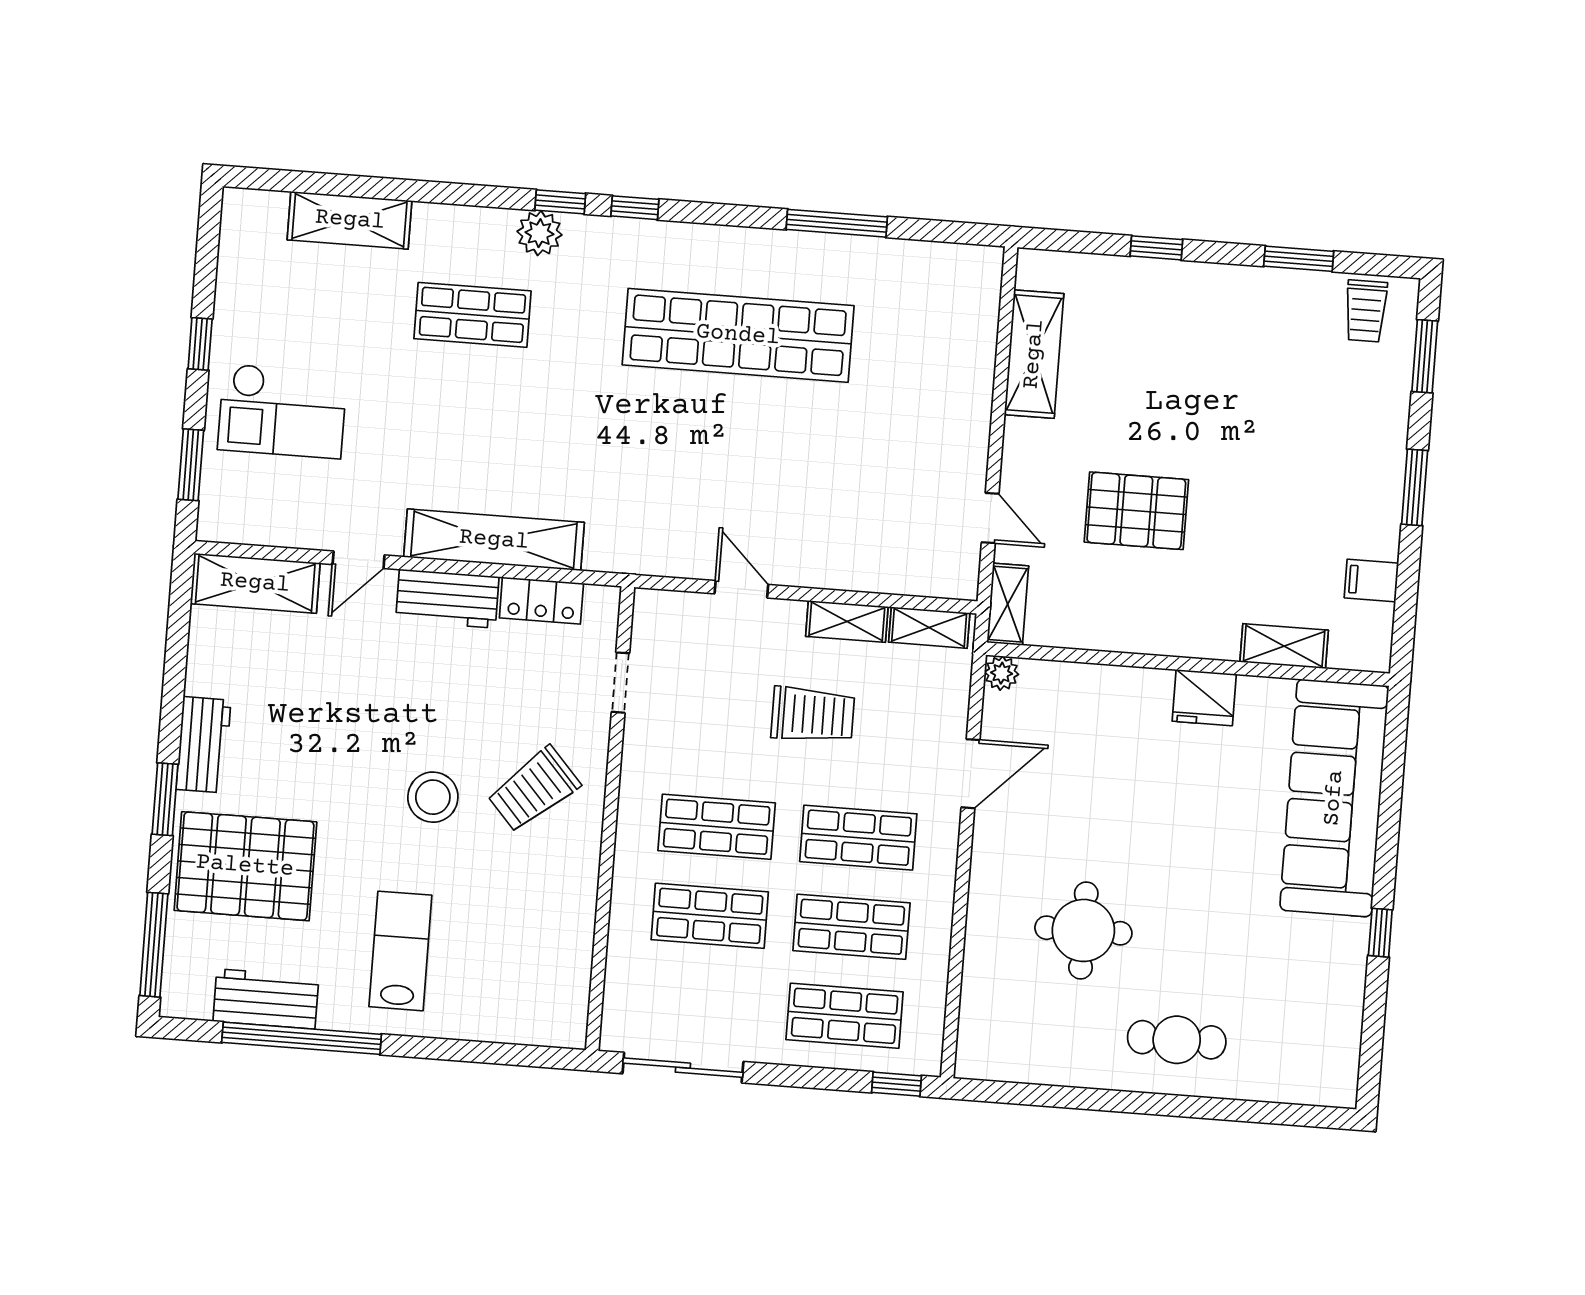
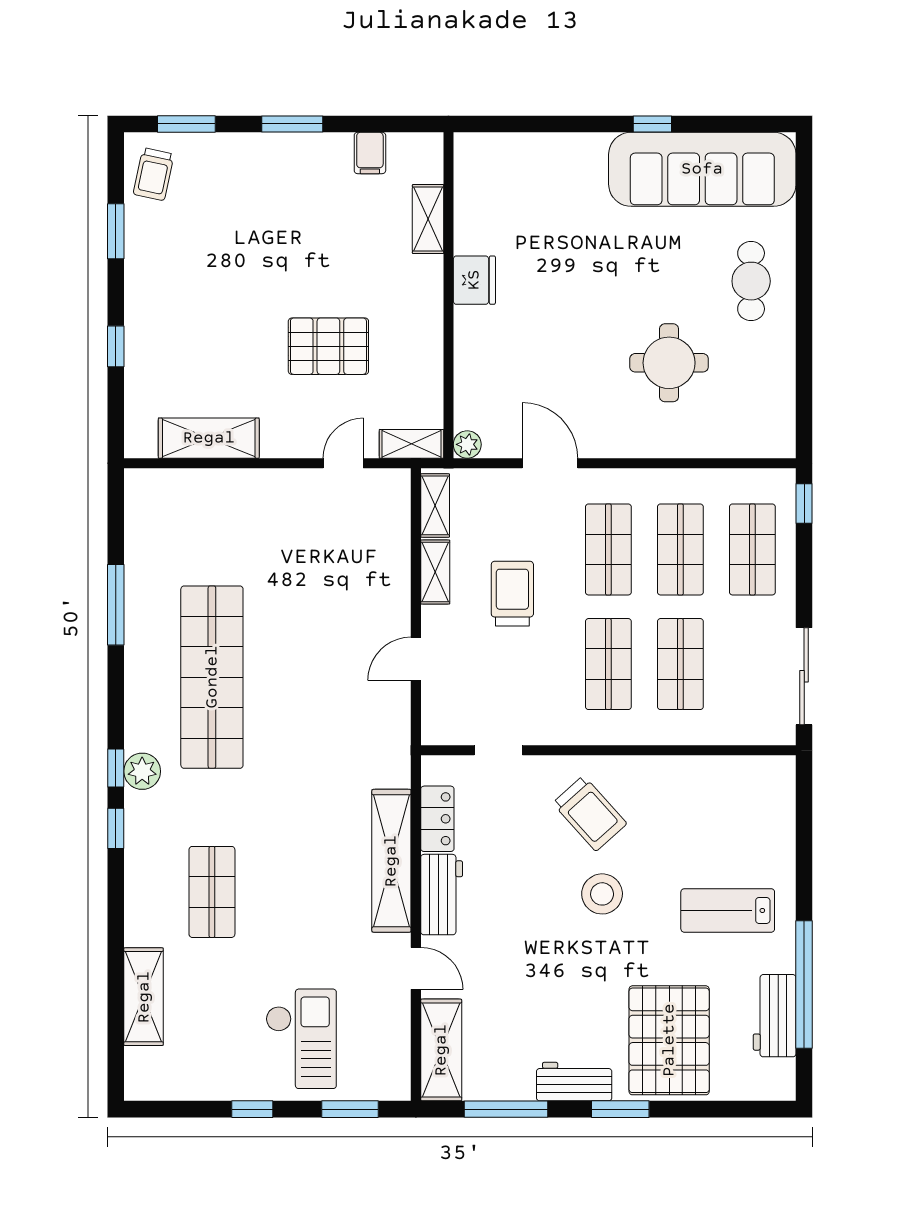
plant: (539, 233) -> (142, 771), moved
trolley: (1366, 311) -> (154, 174), turned 102
pallet: (1136, 511) -> (328, 346), turned 90
sofa: (1334, 798) -> (702, 169), moved
window: (154, 945) -> (506, 1109), moved

